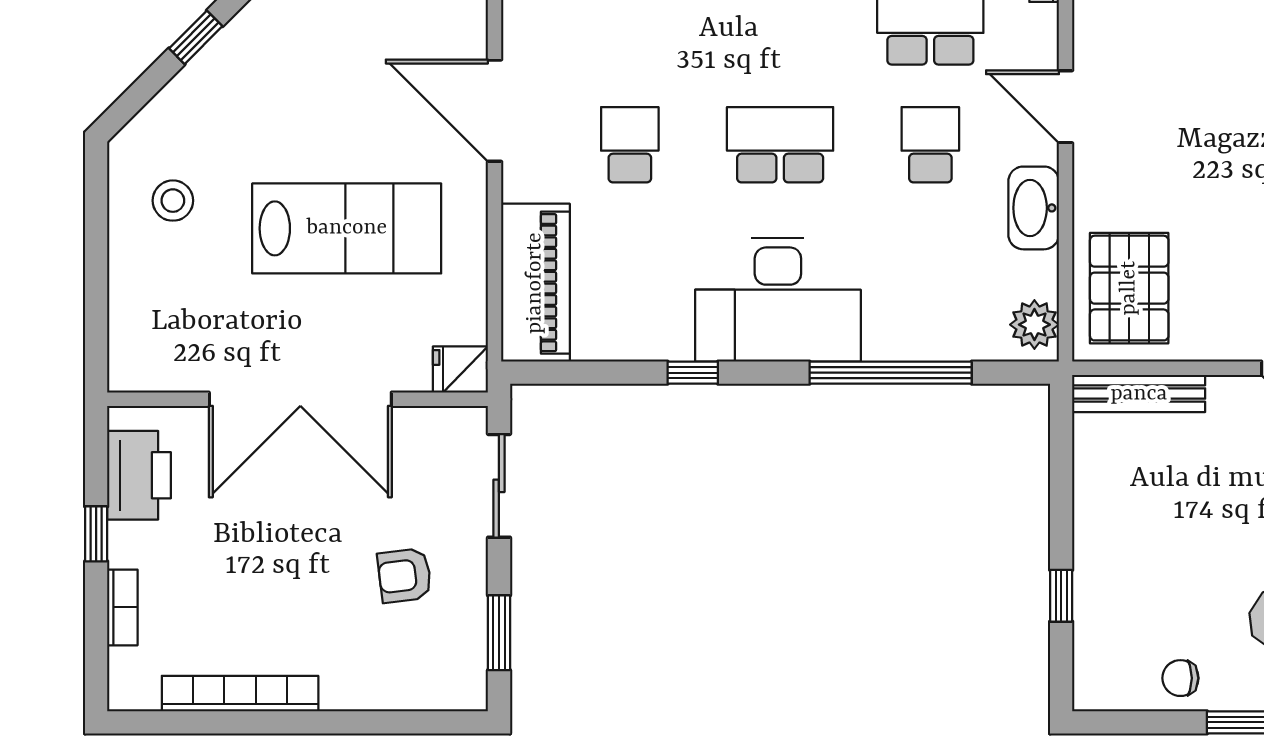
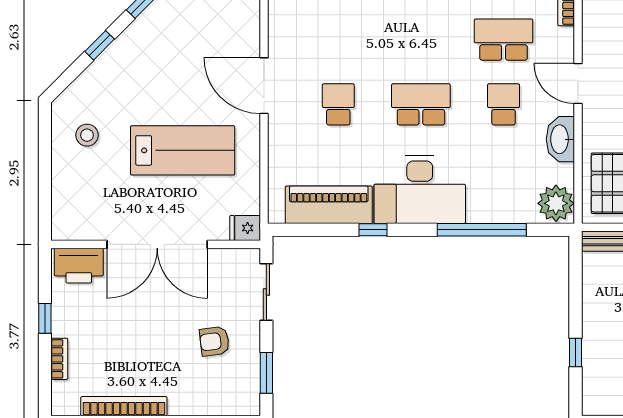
piano: (535, 283) -> (329, 205), moved, turned -90
plant: (1034, 325) -> (556, 203), width x1.36, depth x1.36
printer: (139, 475) -> (79, 266), moved, turned 90

